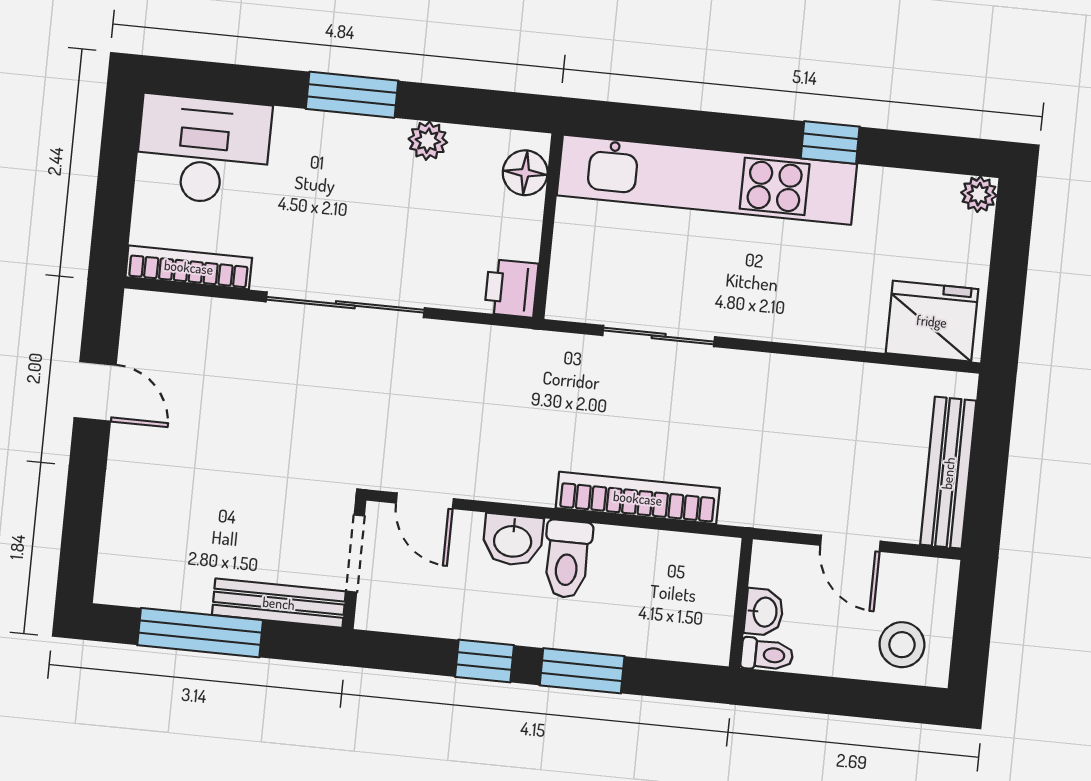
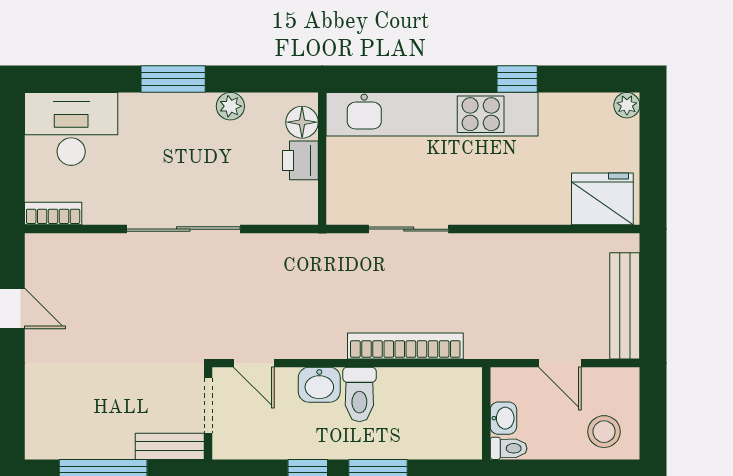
bookcase: (189, 267) -> (53, 214), width x0.64
printer: (511, 288) -> (300, 160), moved
bench: (279, 603) -> (170, 446), width x0.73

